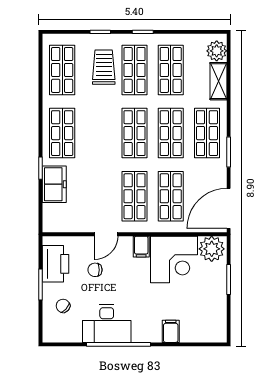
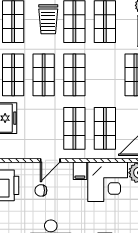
trolley: (104, 67) -> (48, 19), turned 180
shop shelf: (171, 133) -> (44, 75), moved
chair: (63, 306) -> (14, 221), removed

